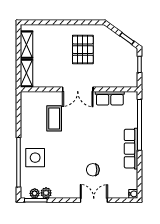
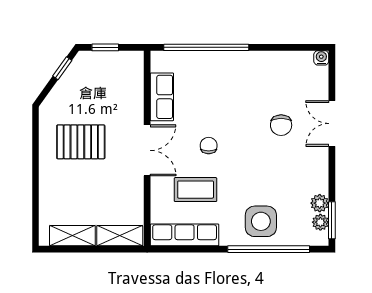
chair: (81, 126) -> (209, 146), added
row of seats: (131, 149) -> (185, 235), moved, turned 180

